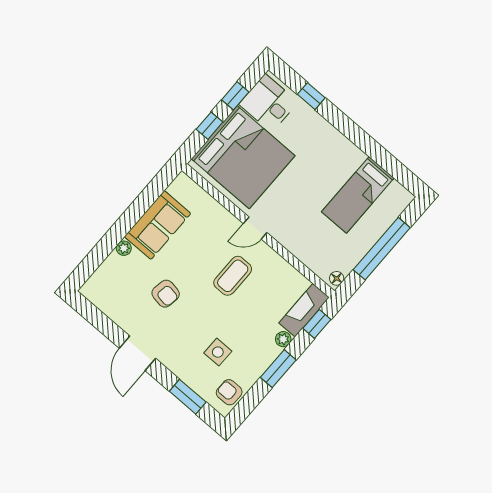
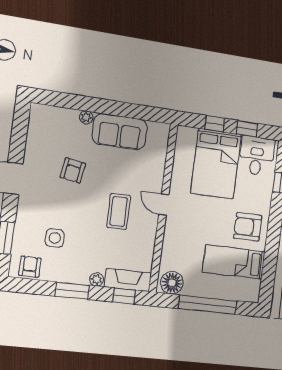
bed: (243, 157) -> (216, 164), width x0.73
armchair: (333, 158) -> (248, 227), added
coffee table: (233, 276) -> (119, 211), turned 90
floor lamp: (337, 278) -> (172, 283), width x1.89, depth x1.89

